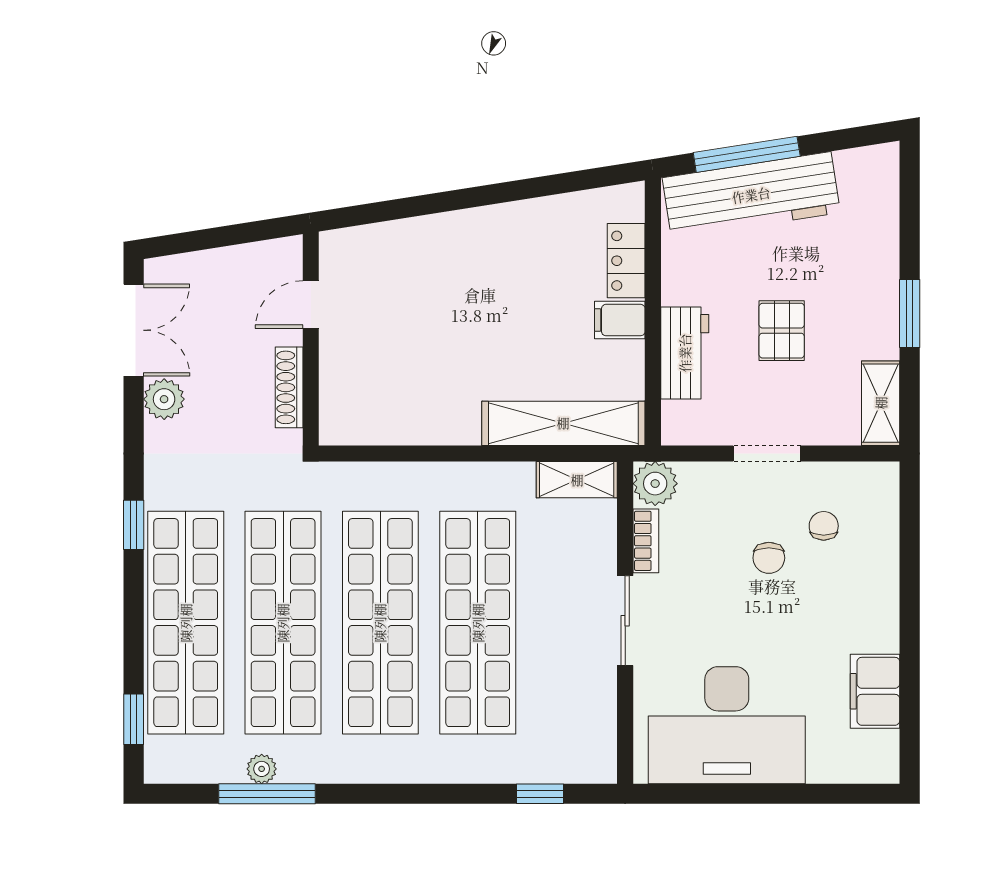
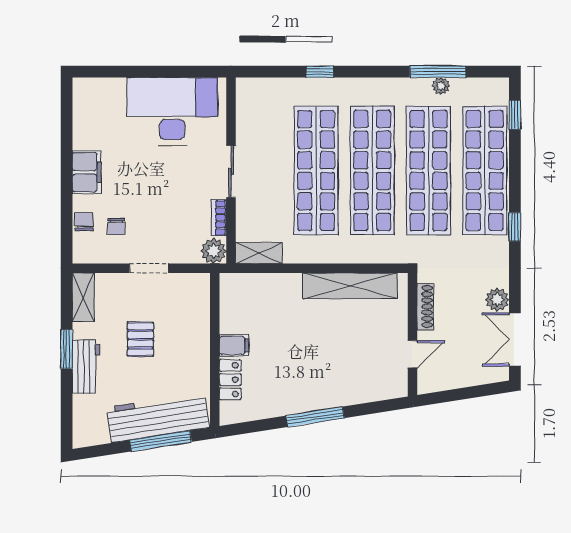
window: (479, 196) -> (315, 417), added
workbench: (685, 353) -> (86, 367), moved, turned 180
shelving: (563, 423) -> (350, 286), moved
chair: (769, 558) -> (84, 222), moved
filing cabinet: (875, 691) -> (87, 172), moved
window: (540, 794) -> (320, 72), moved

